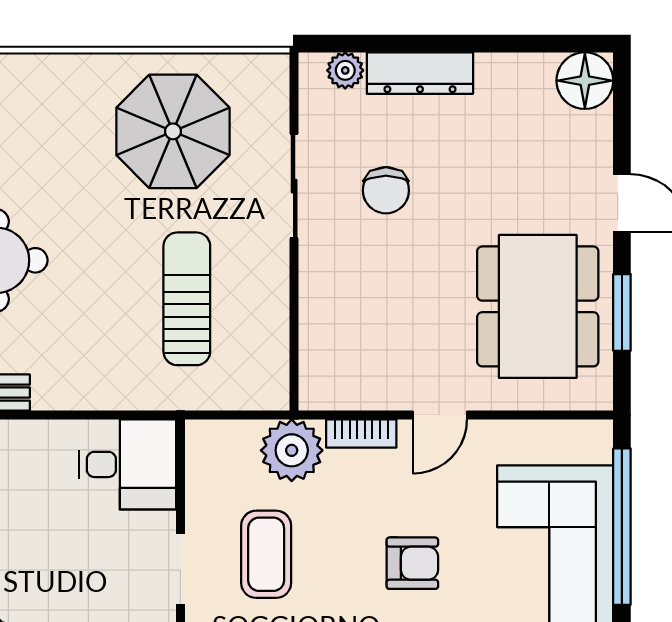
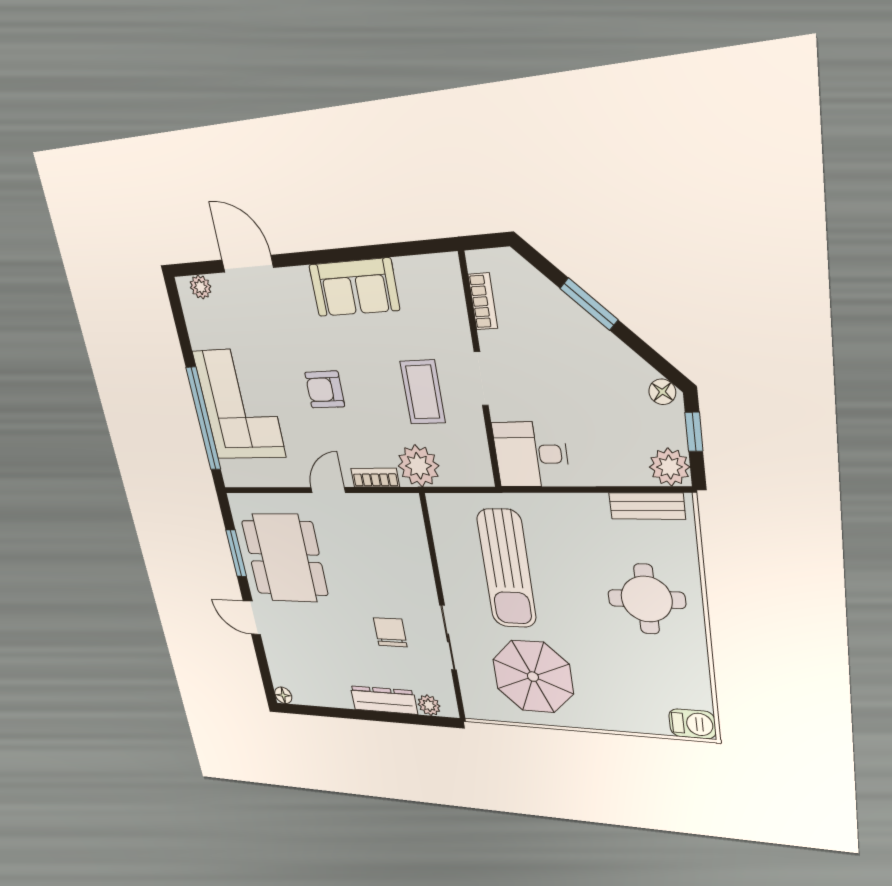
floor lamp: (585, 81) -> (283, 695), width x0.53, depth x0.53
sun lounger: (187, 299) -> (507, 569), width x1.36, depth x1.34

